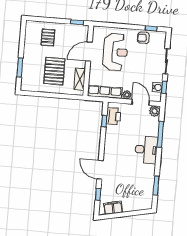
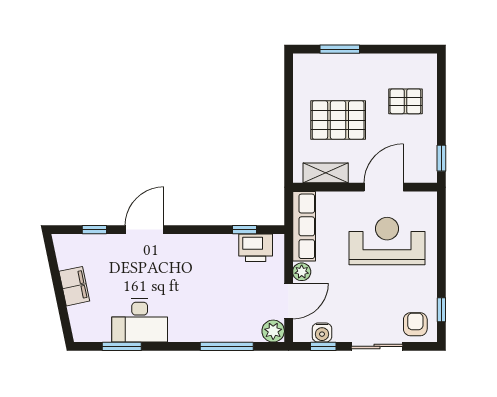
armchair: (143, 38) -> (415, 324), moved
door: (89, 51) -> (384, 187), hinge flipped
reception desk: (115, 52) -> (387, 241), turned 180
desk: (146, 150) -> (140, 320), moved
filing cabinet: (113, 208) -> (74, 286), moved

